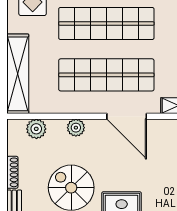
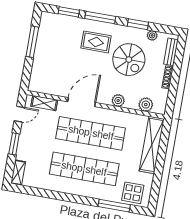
door: (127, 116) -> (82, 102), hinge flipped

